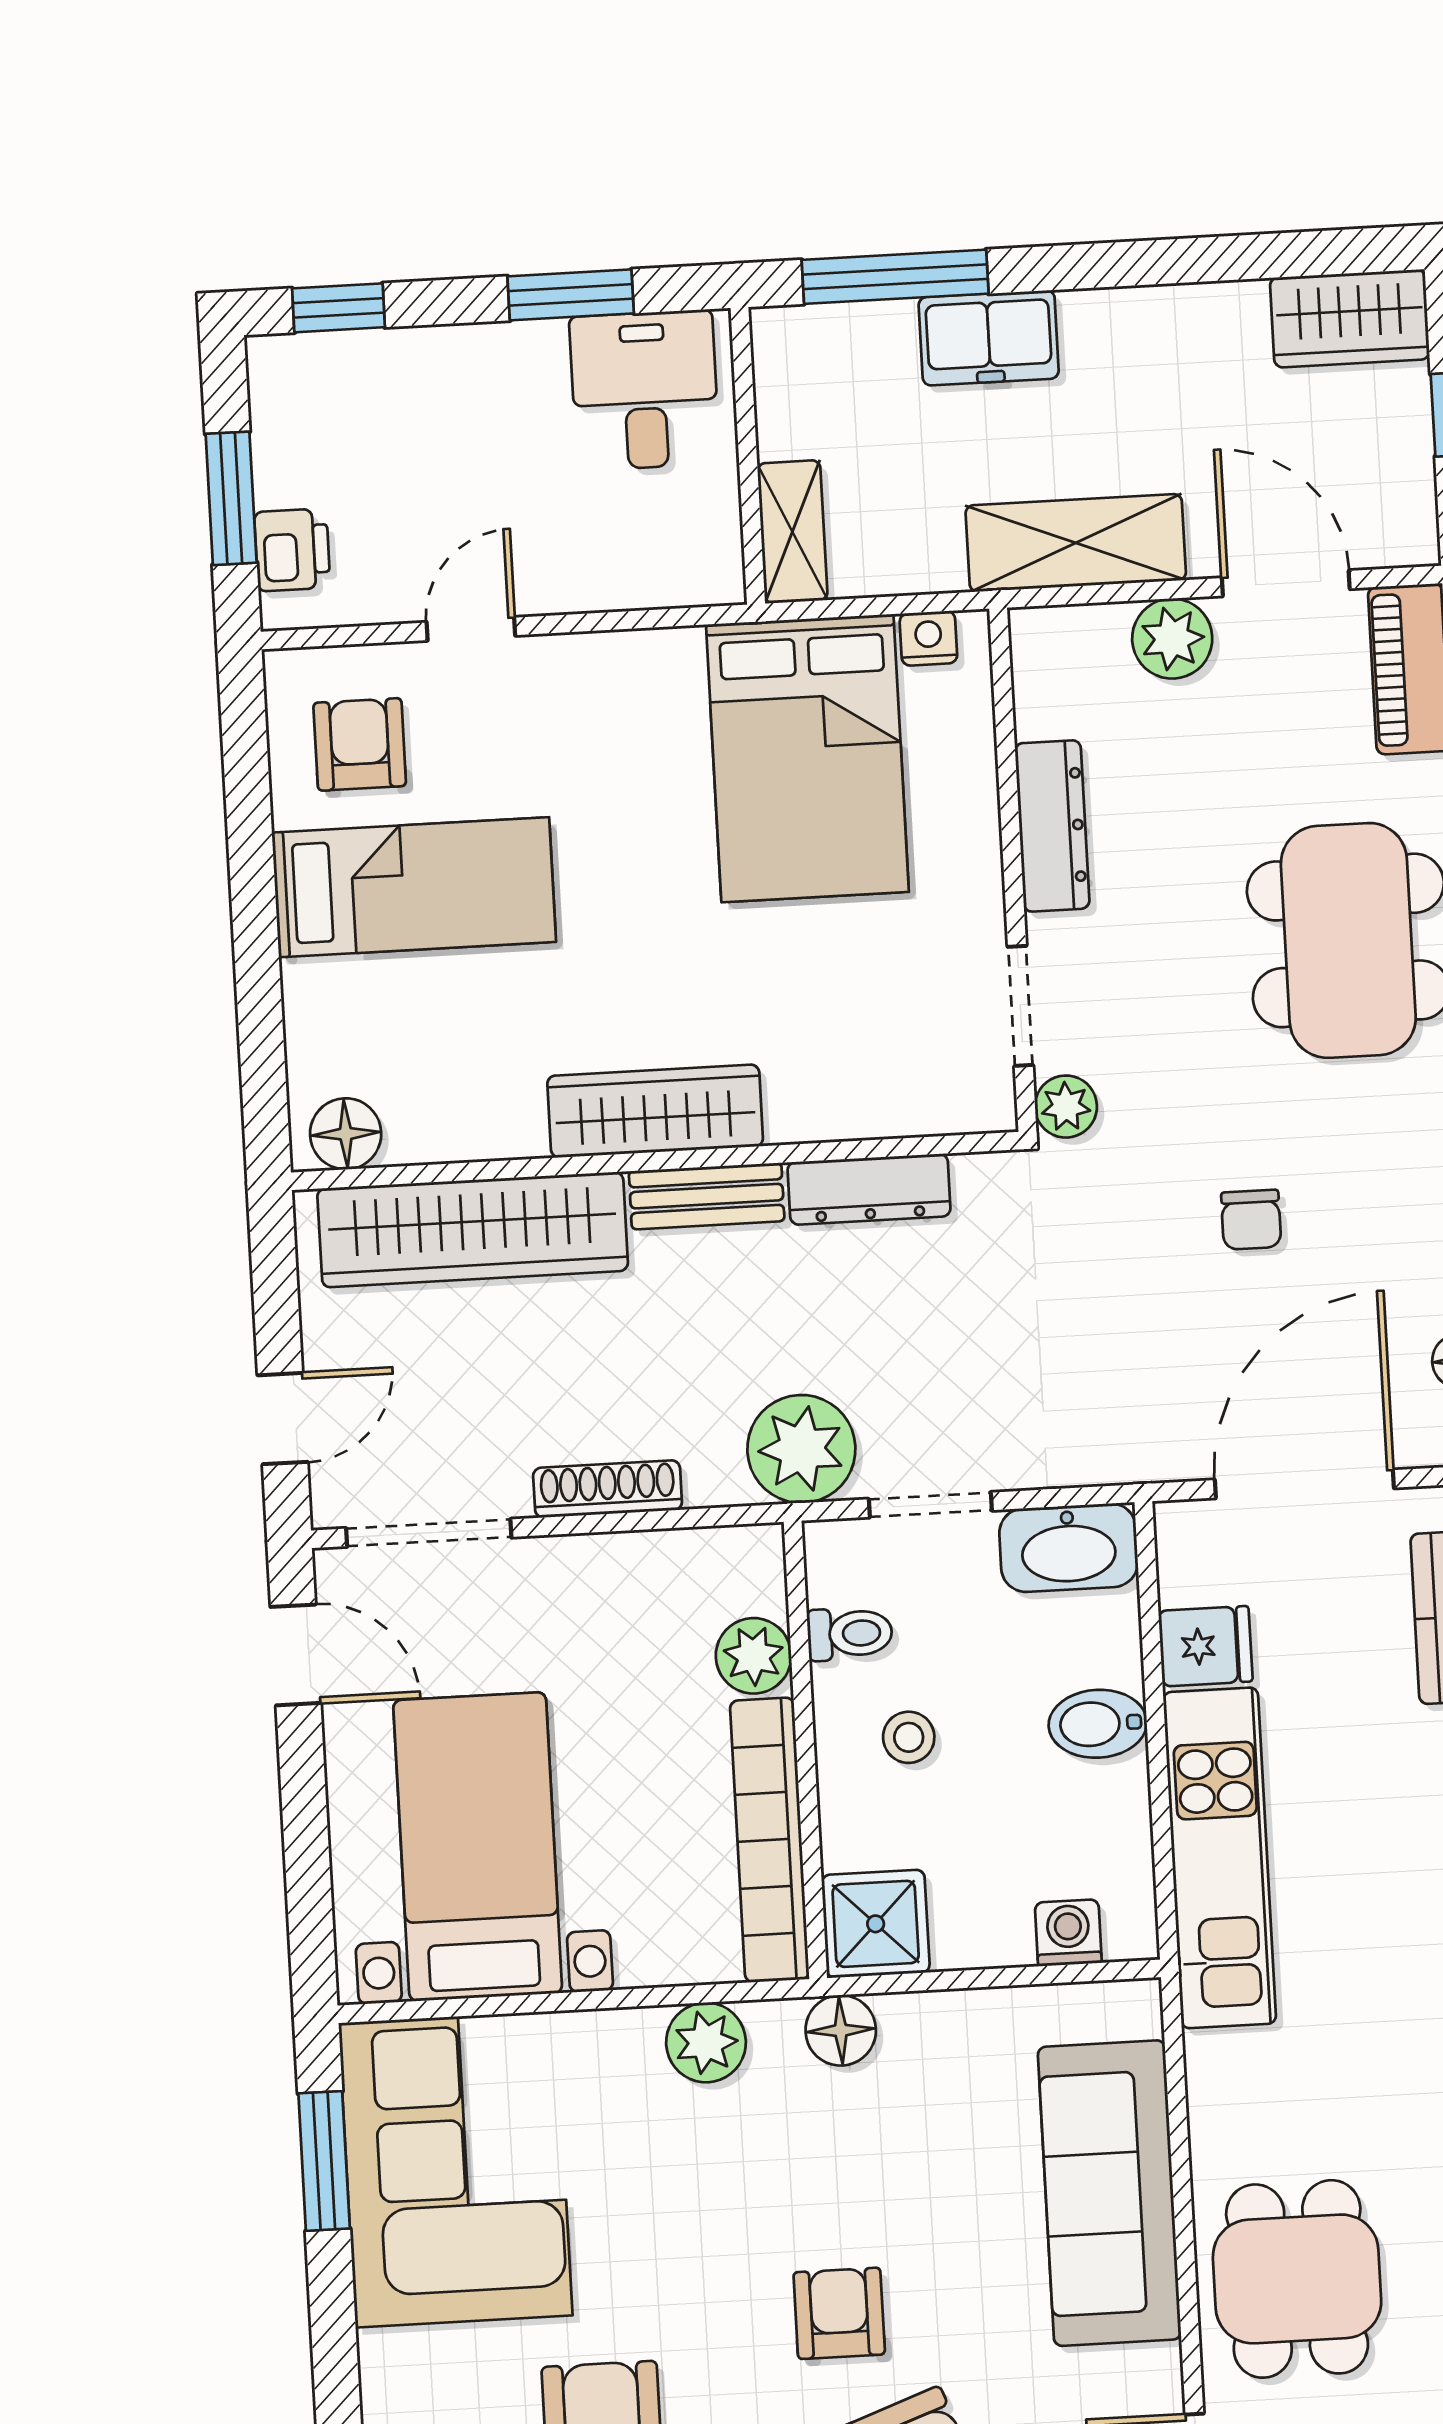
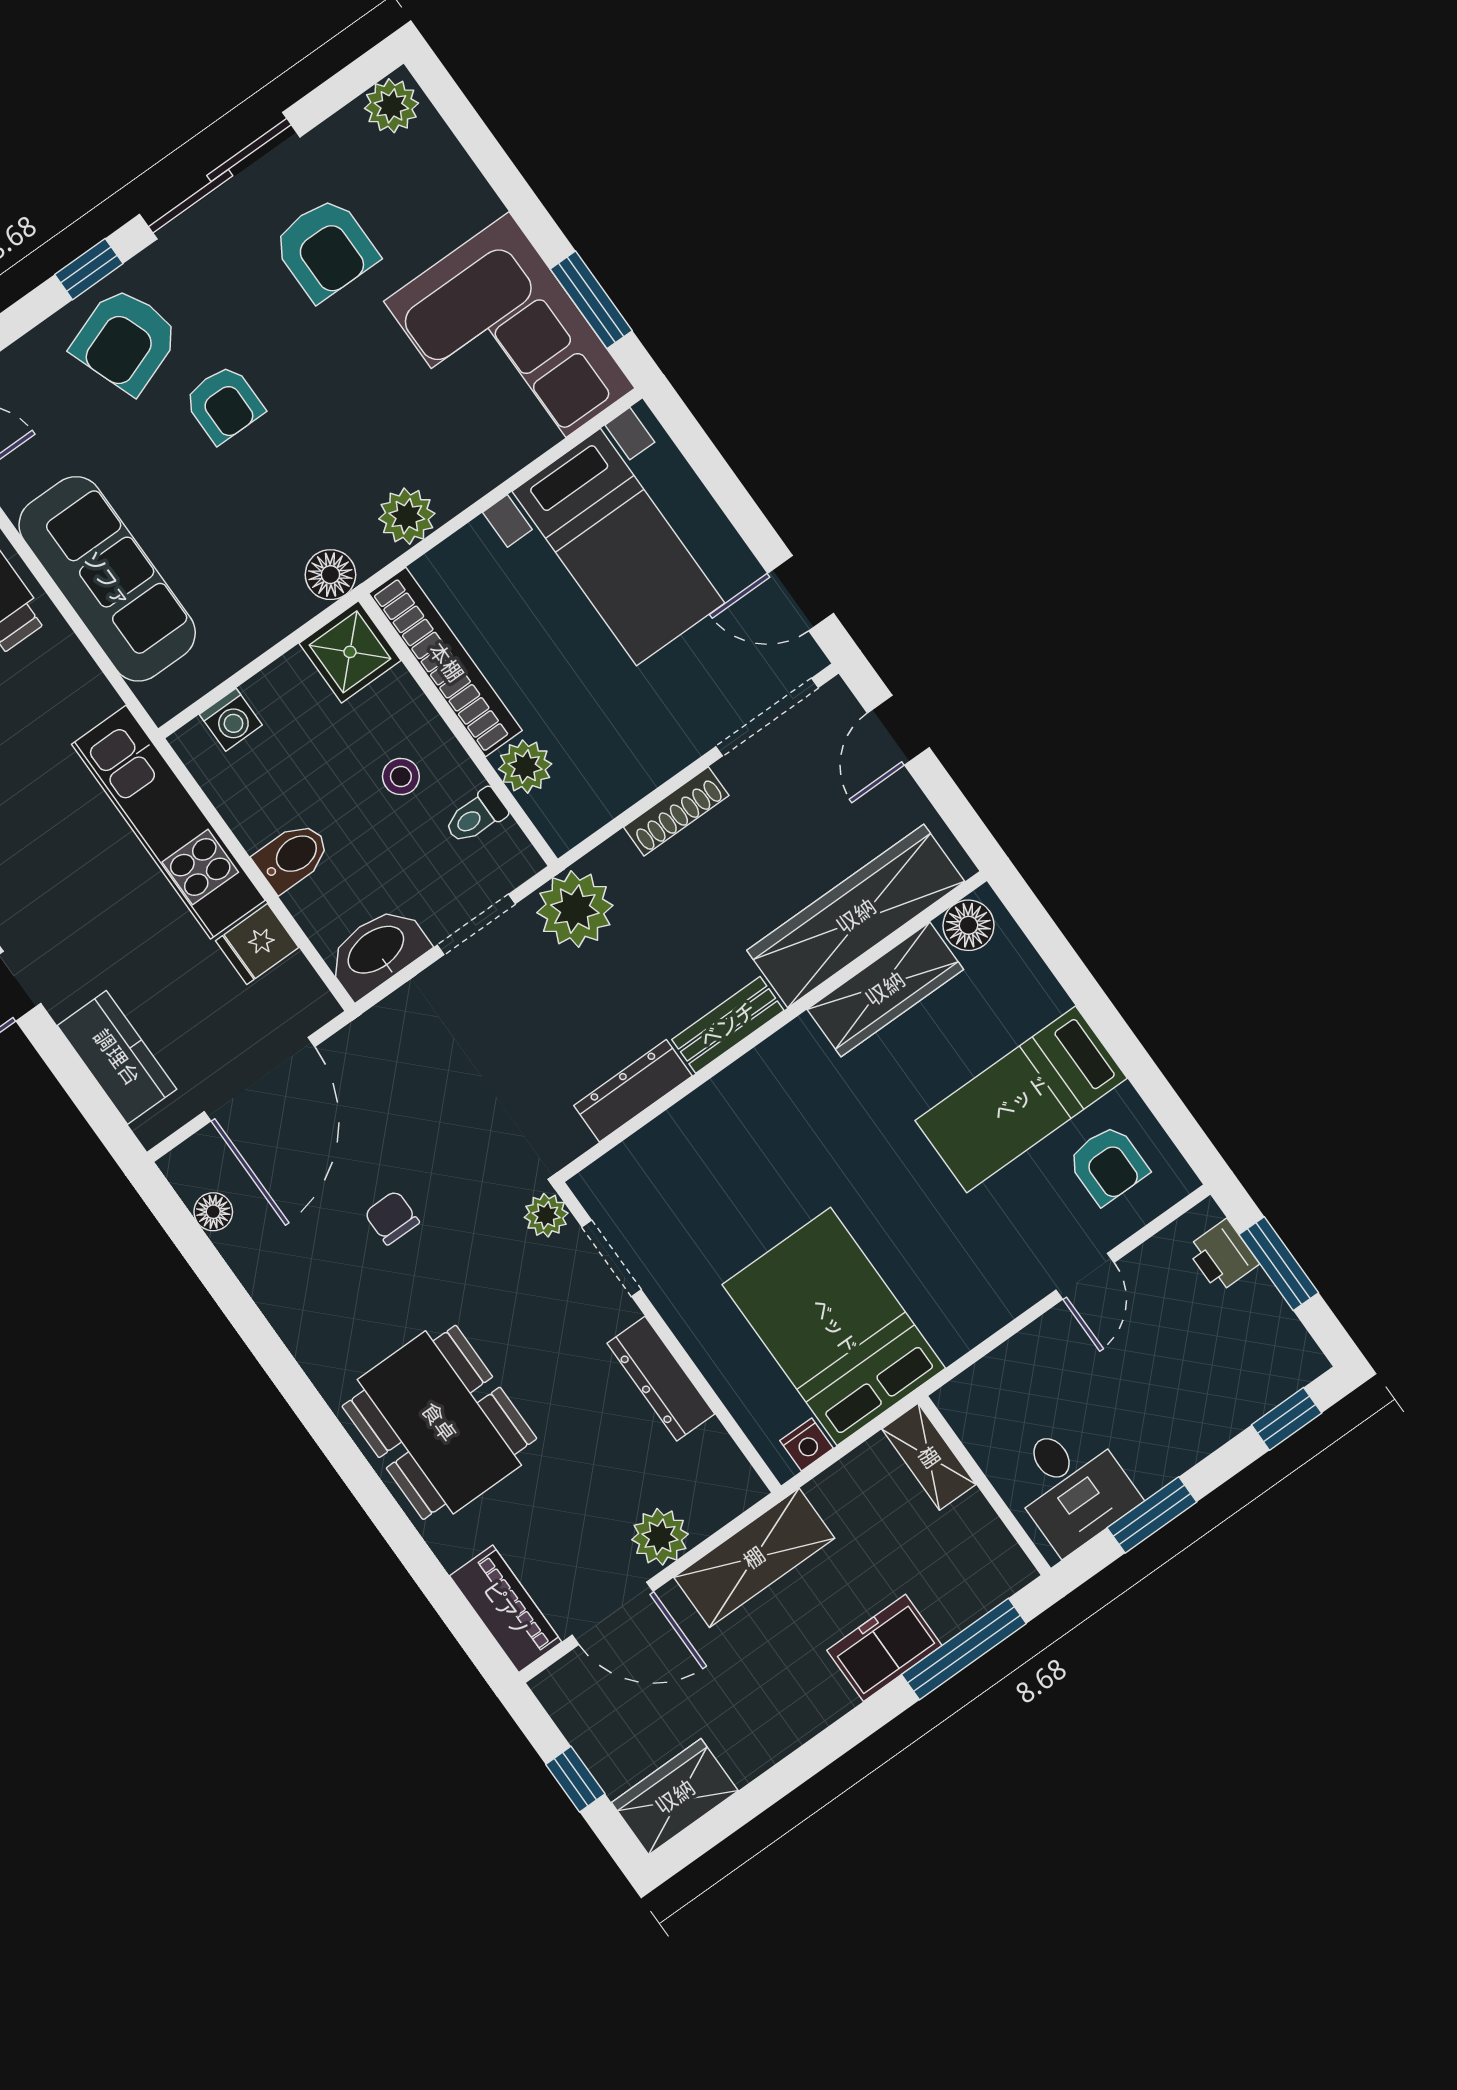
wardrobe: (655, 1111) -> (885, 989), moved

